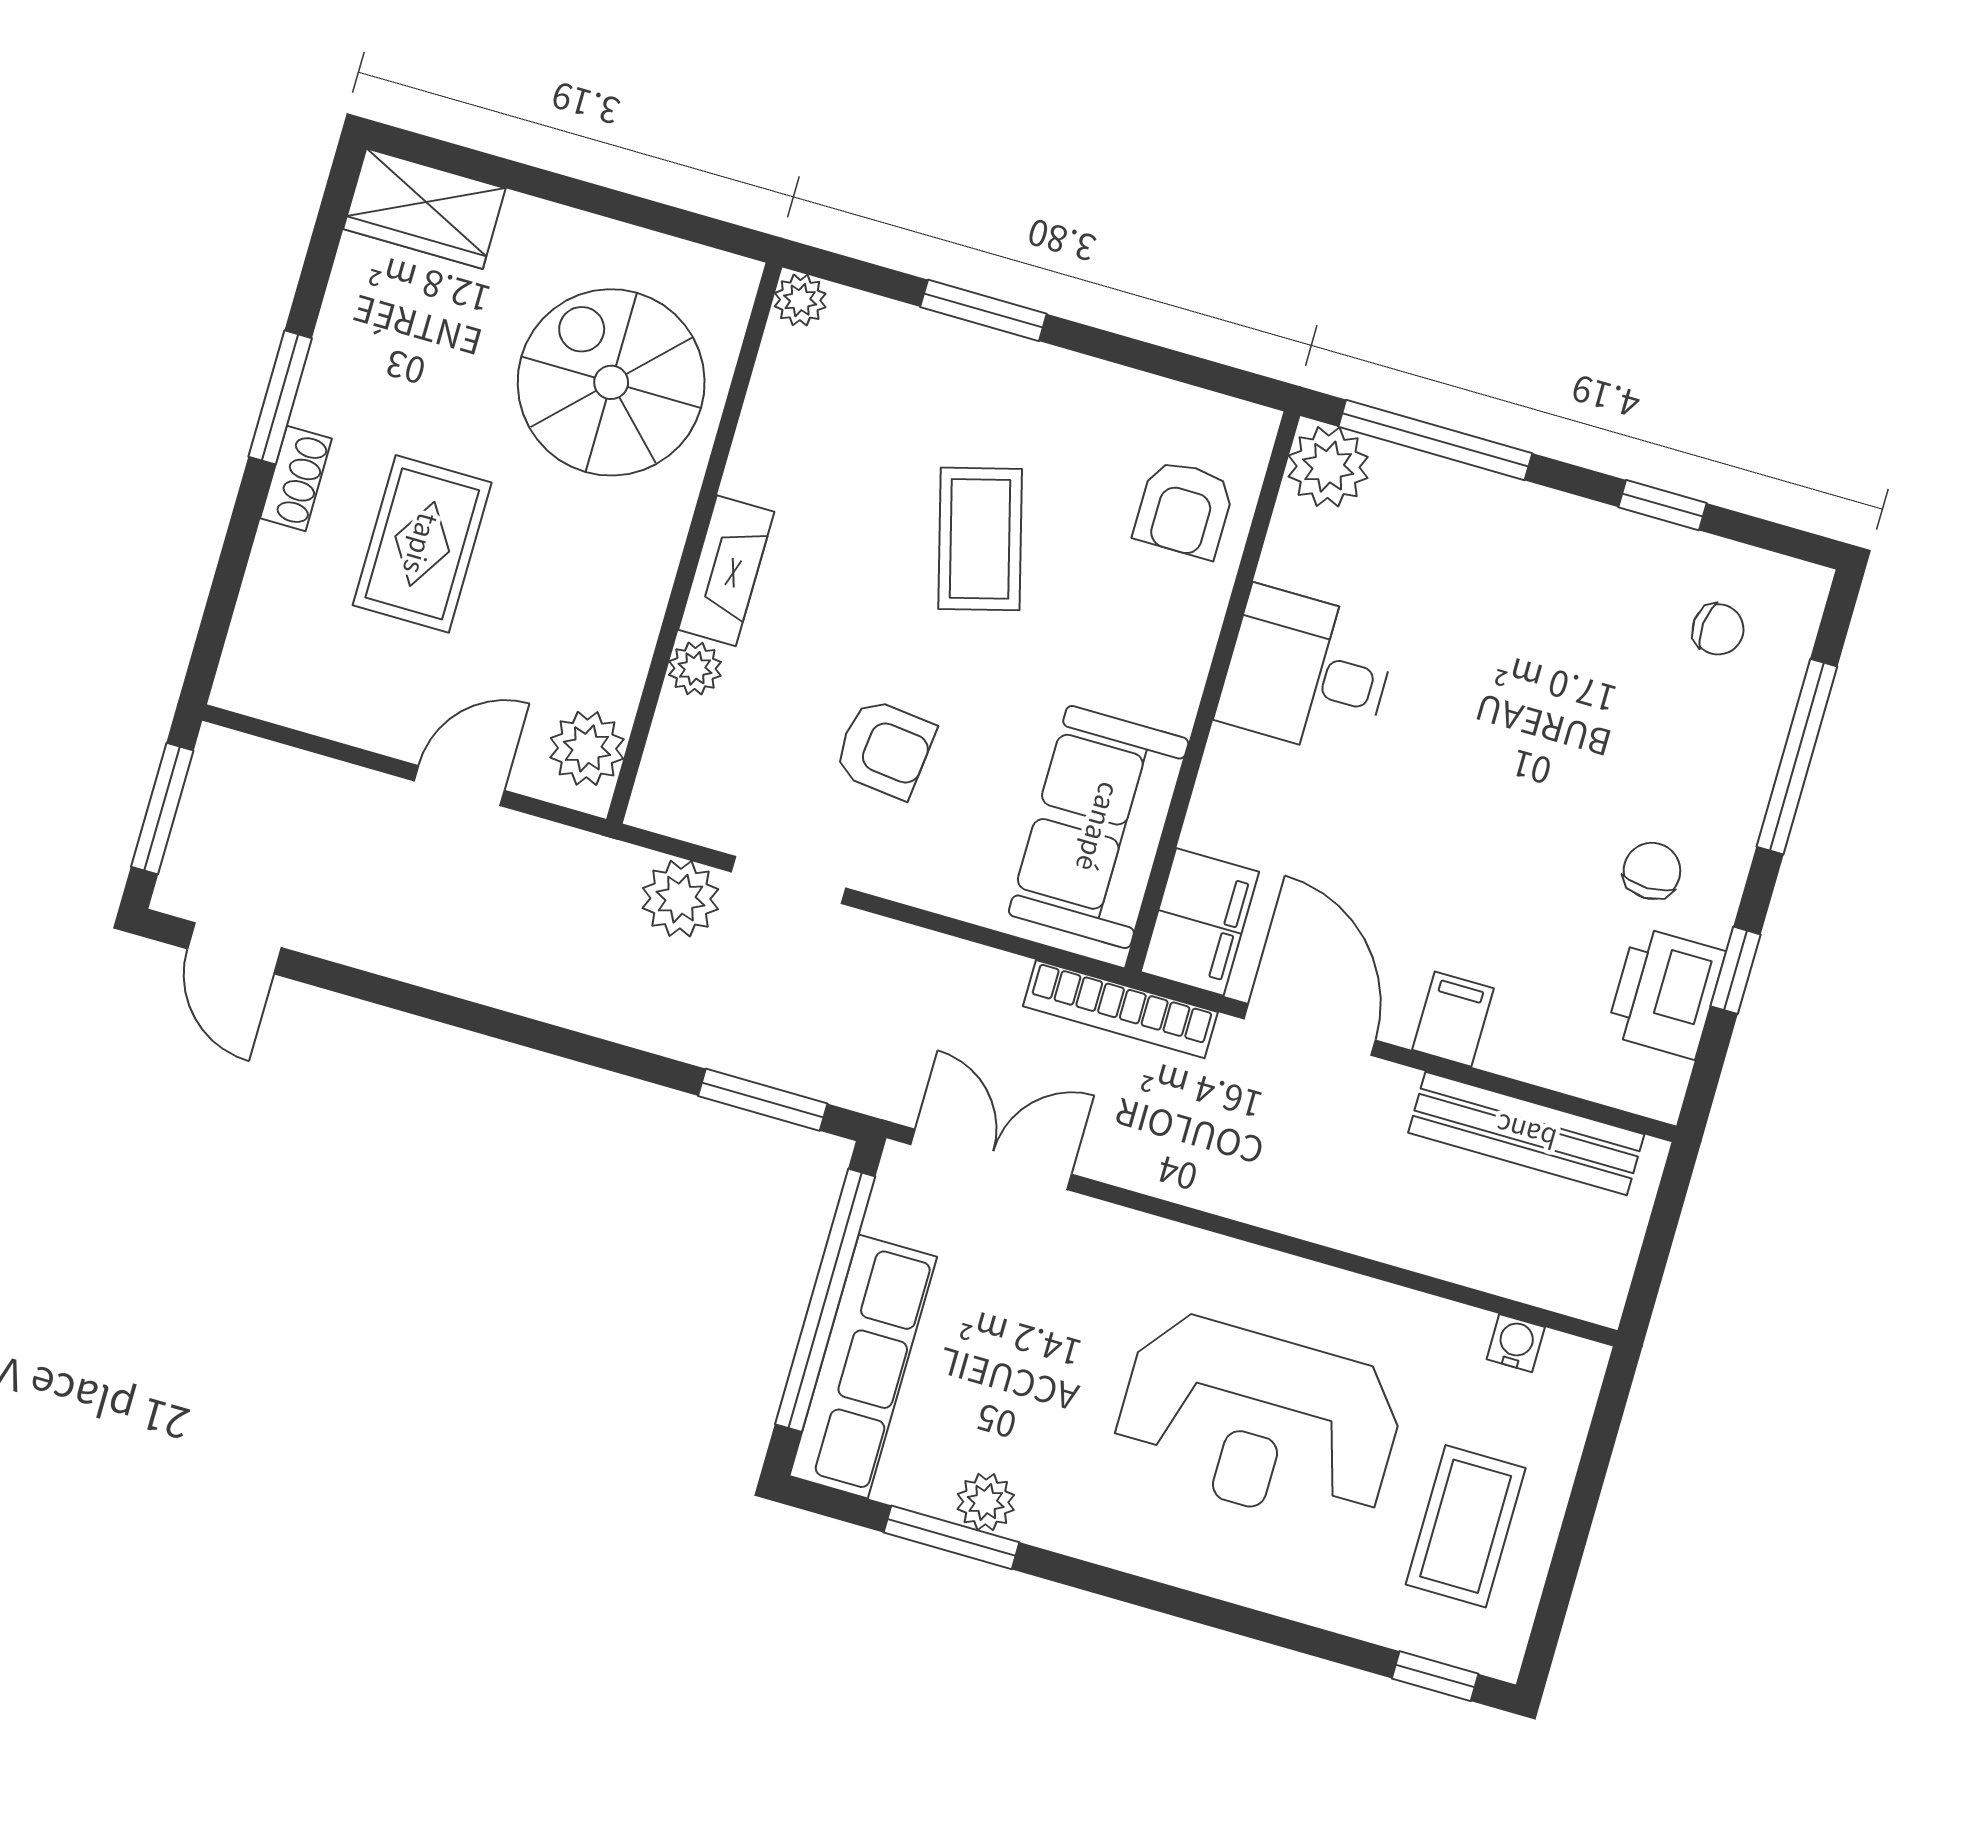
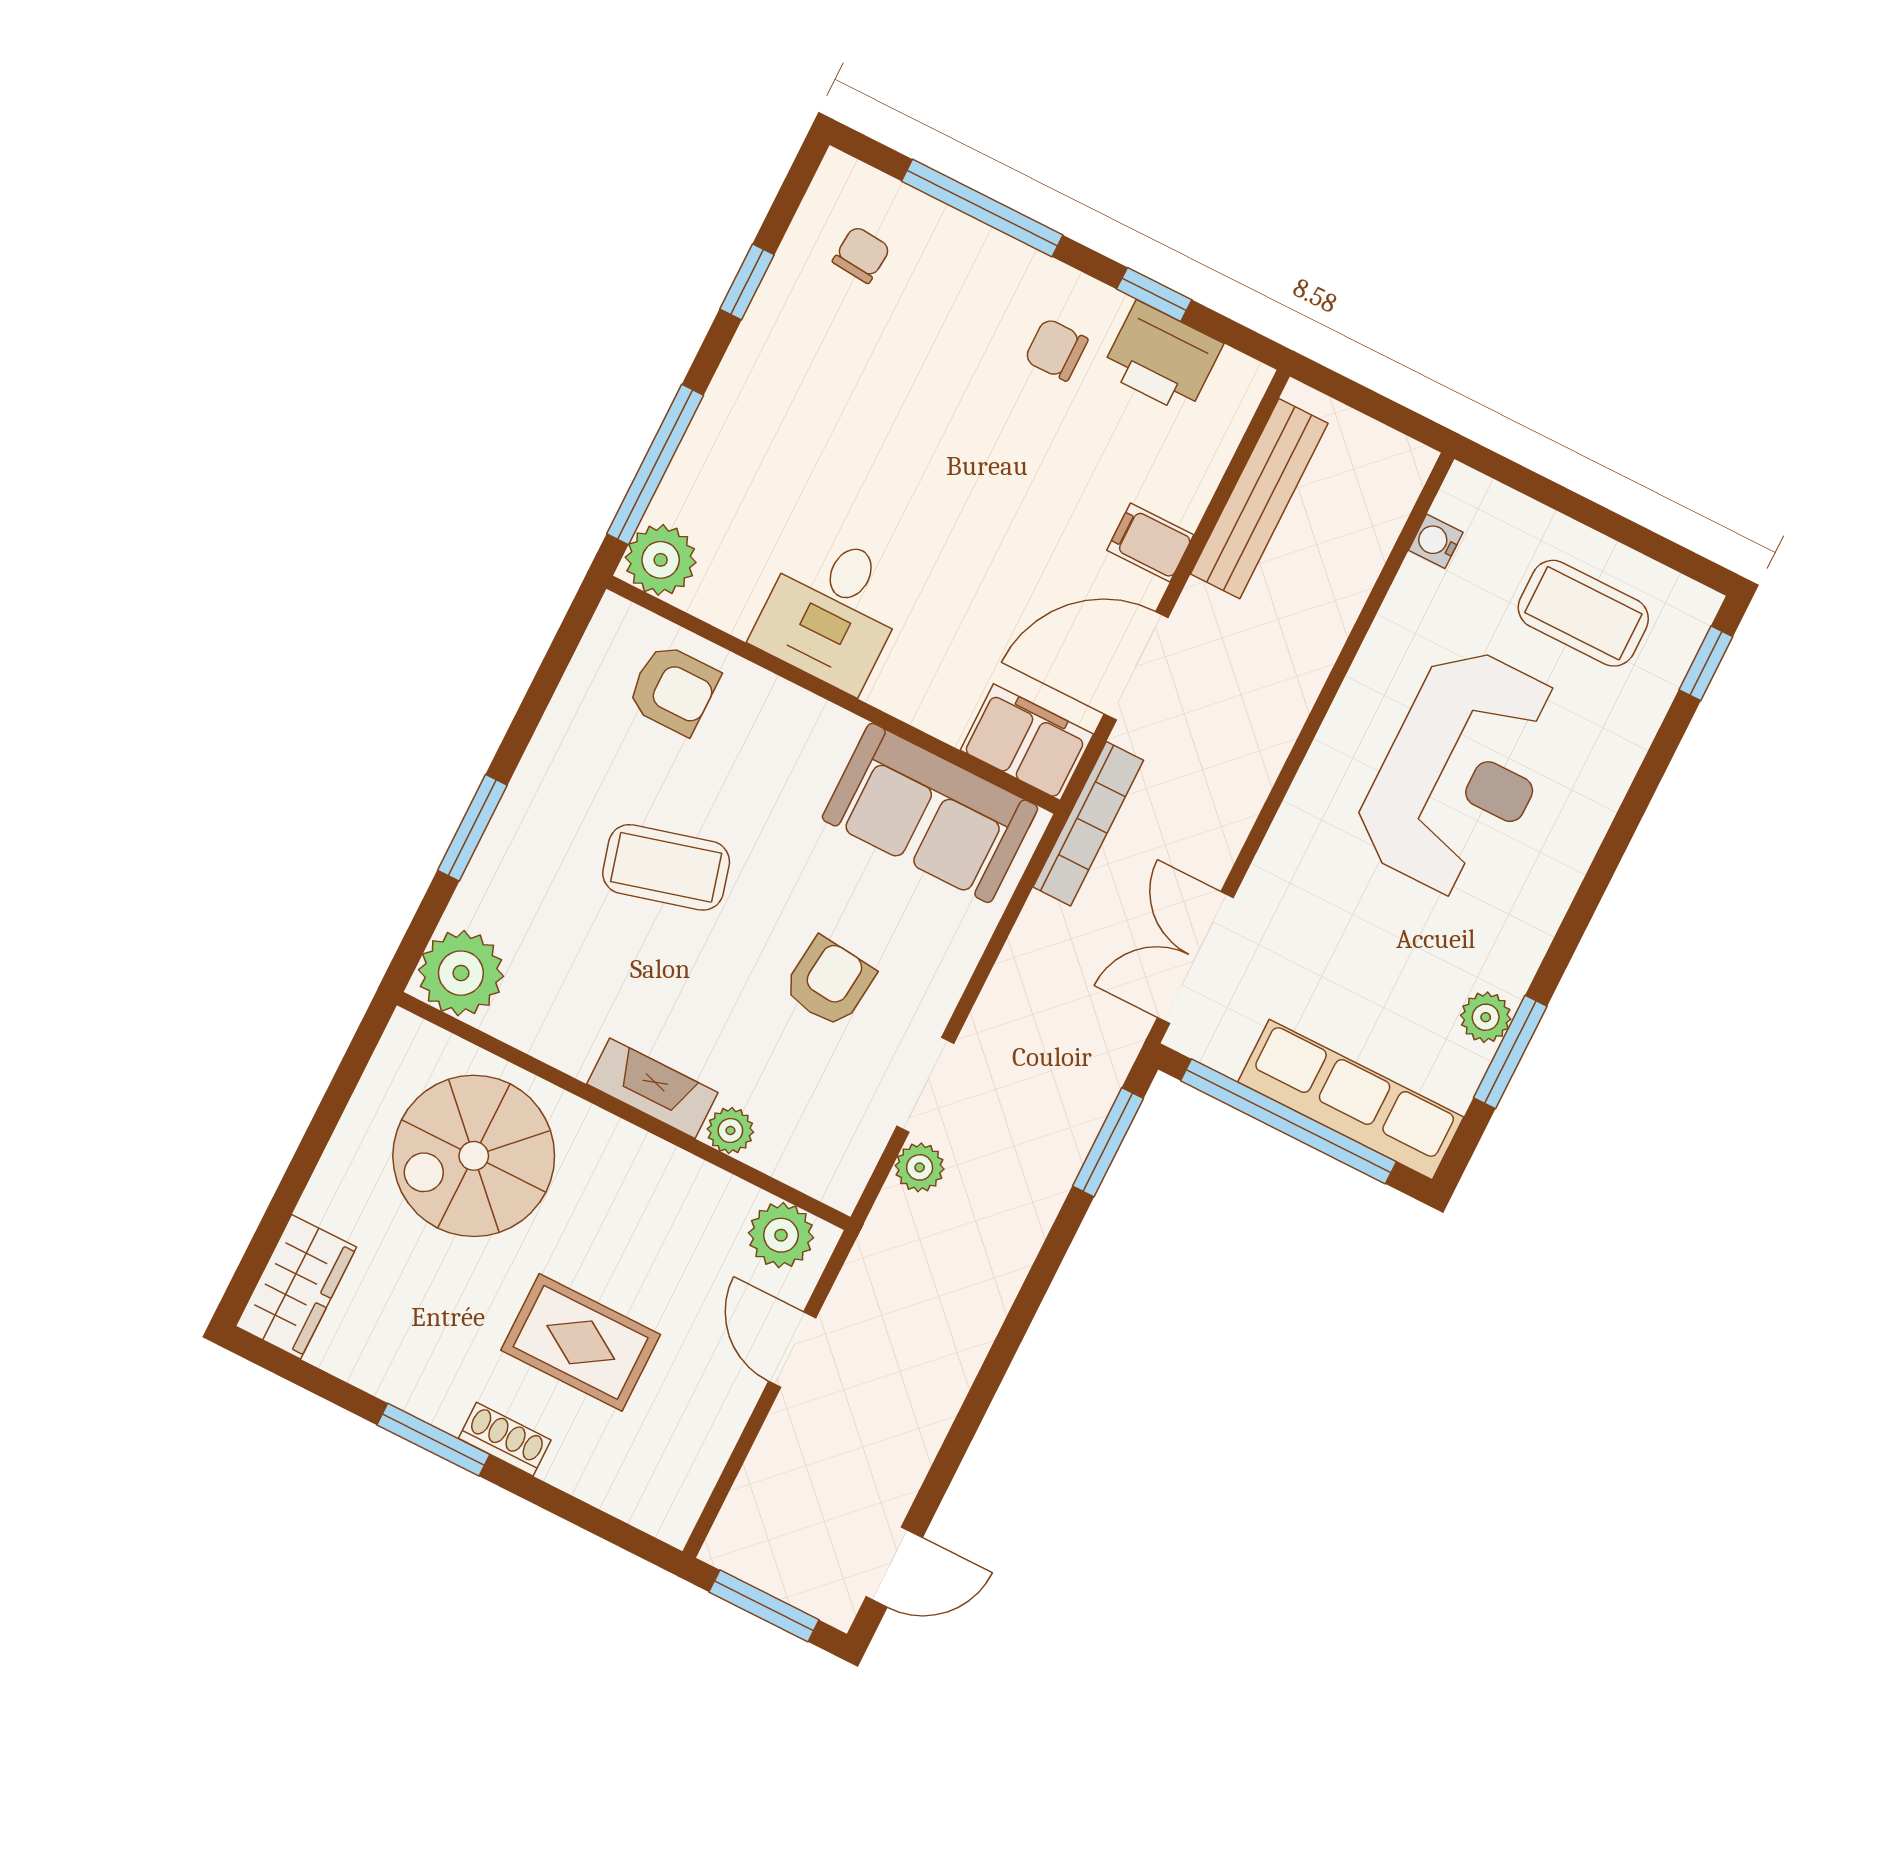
plant: (800, 300) -> (461, 973), width x1.88, depth x1.88
plant: (680, 899) -> (920, 1167), width x0.73, depth x0.73

